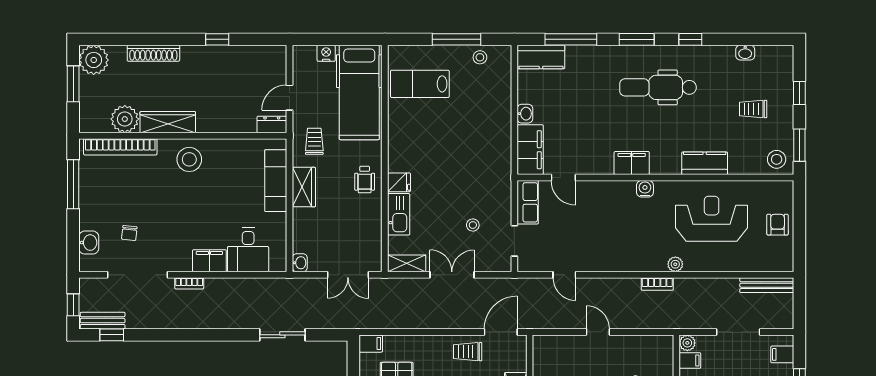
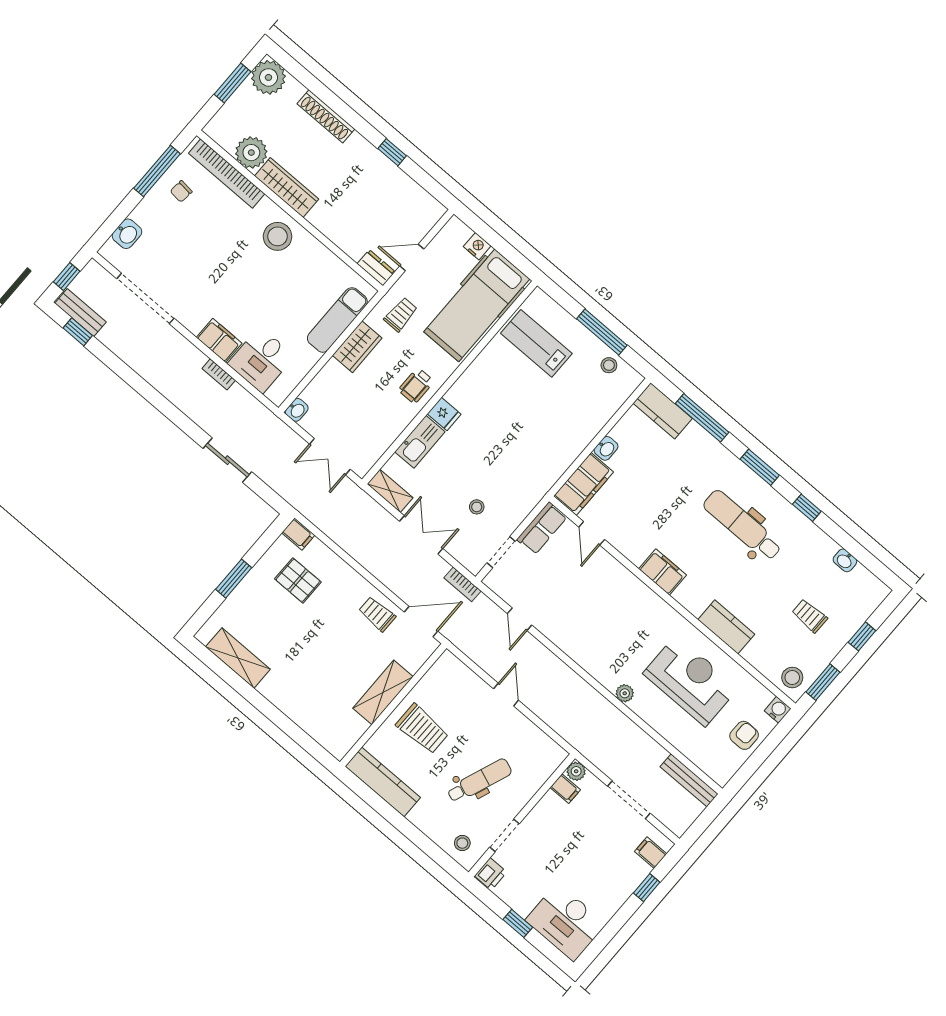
water cooler: (645, 189) -> (778, 710), moved
chair: (129, 233) -> (181, 191), moved
bookcase: (189, 283) -> (219, 374), moved
bookcase: (657, 284) -> (462, 584), moved

